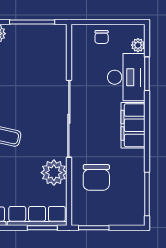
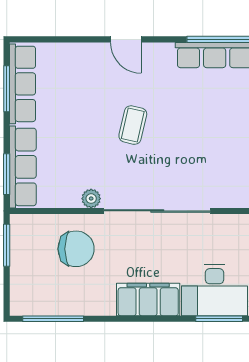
plant: (54, 173) -> (91, 199), width x0.53, depth x0.53
chair: (96, 177) -> (76, 249), turned 180

